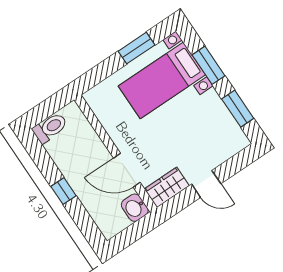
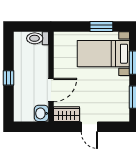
toilet: (50, 128) -> (38, 38), moved, turned 180
door: (127, 170) -> (51, 90), swing flipped

